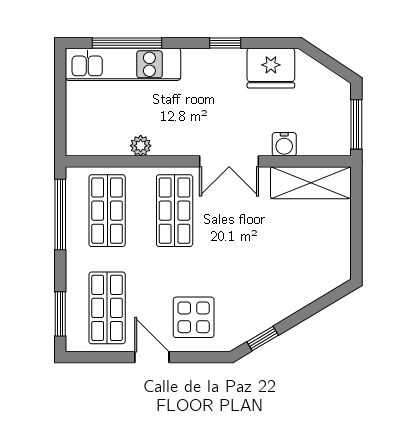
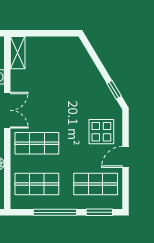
shelving: (311, 183) -> (18, 53), width x0.67, depth x0.75
window: (60, 214) -> (55, 212), moved

